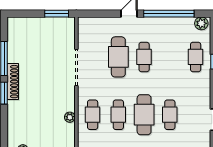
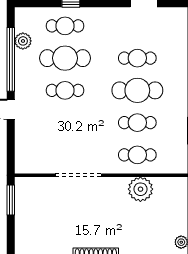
plant: (201, 23) -> (23, 41), moved
cafe table: (118, 57) -> (65, 58), moved
plant: (70, 117) -> (140, 189), width x1.87, depth x1.87

